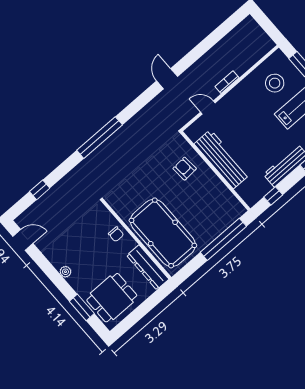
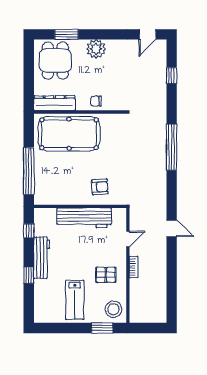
stool: (275, 83) -> (113, 309), moved
pallet: (254, 100) -> (106, 275), added
plant: (65, 272) -> (96, 49), width x1.88, depth x1.88

